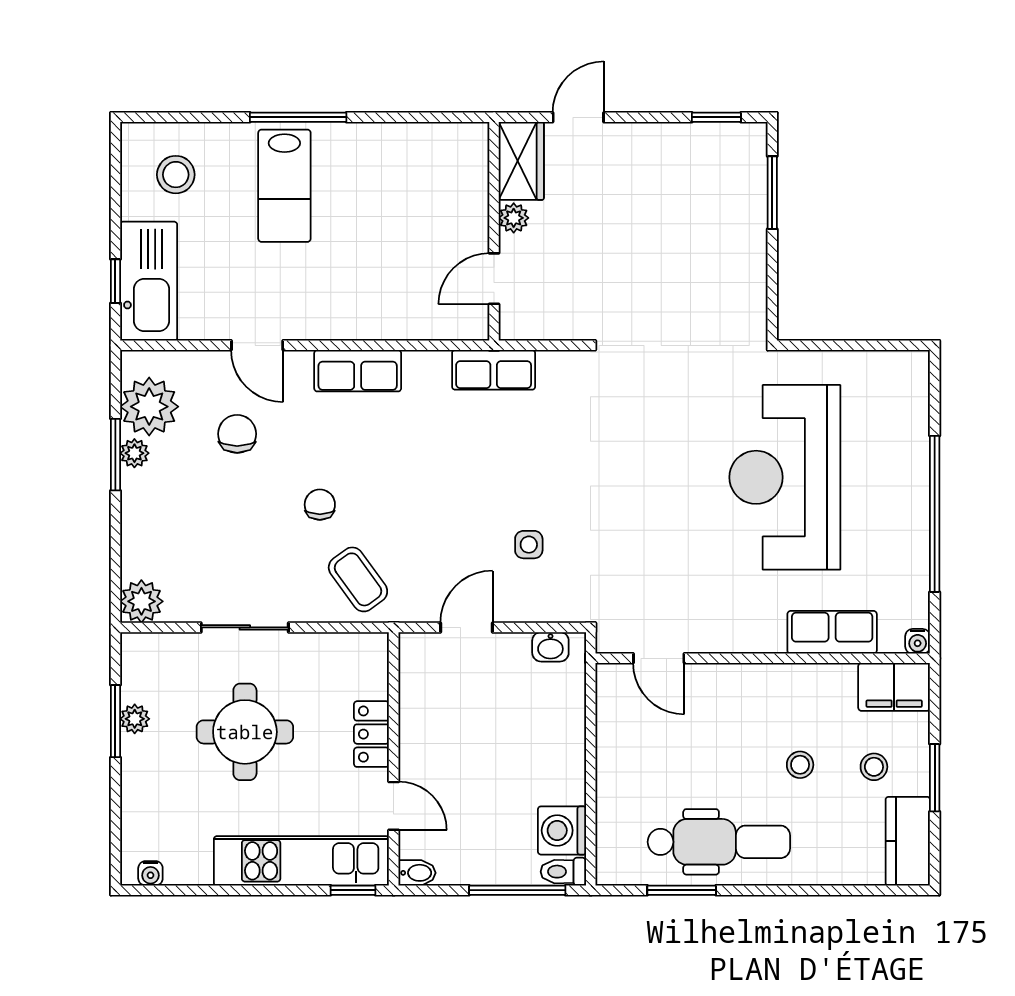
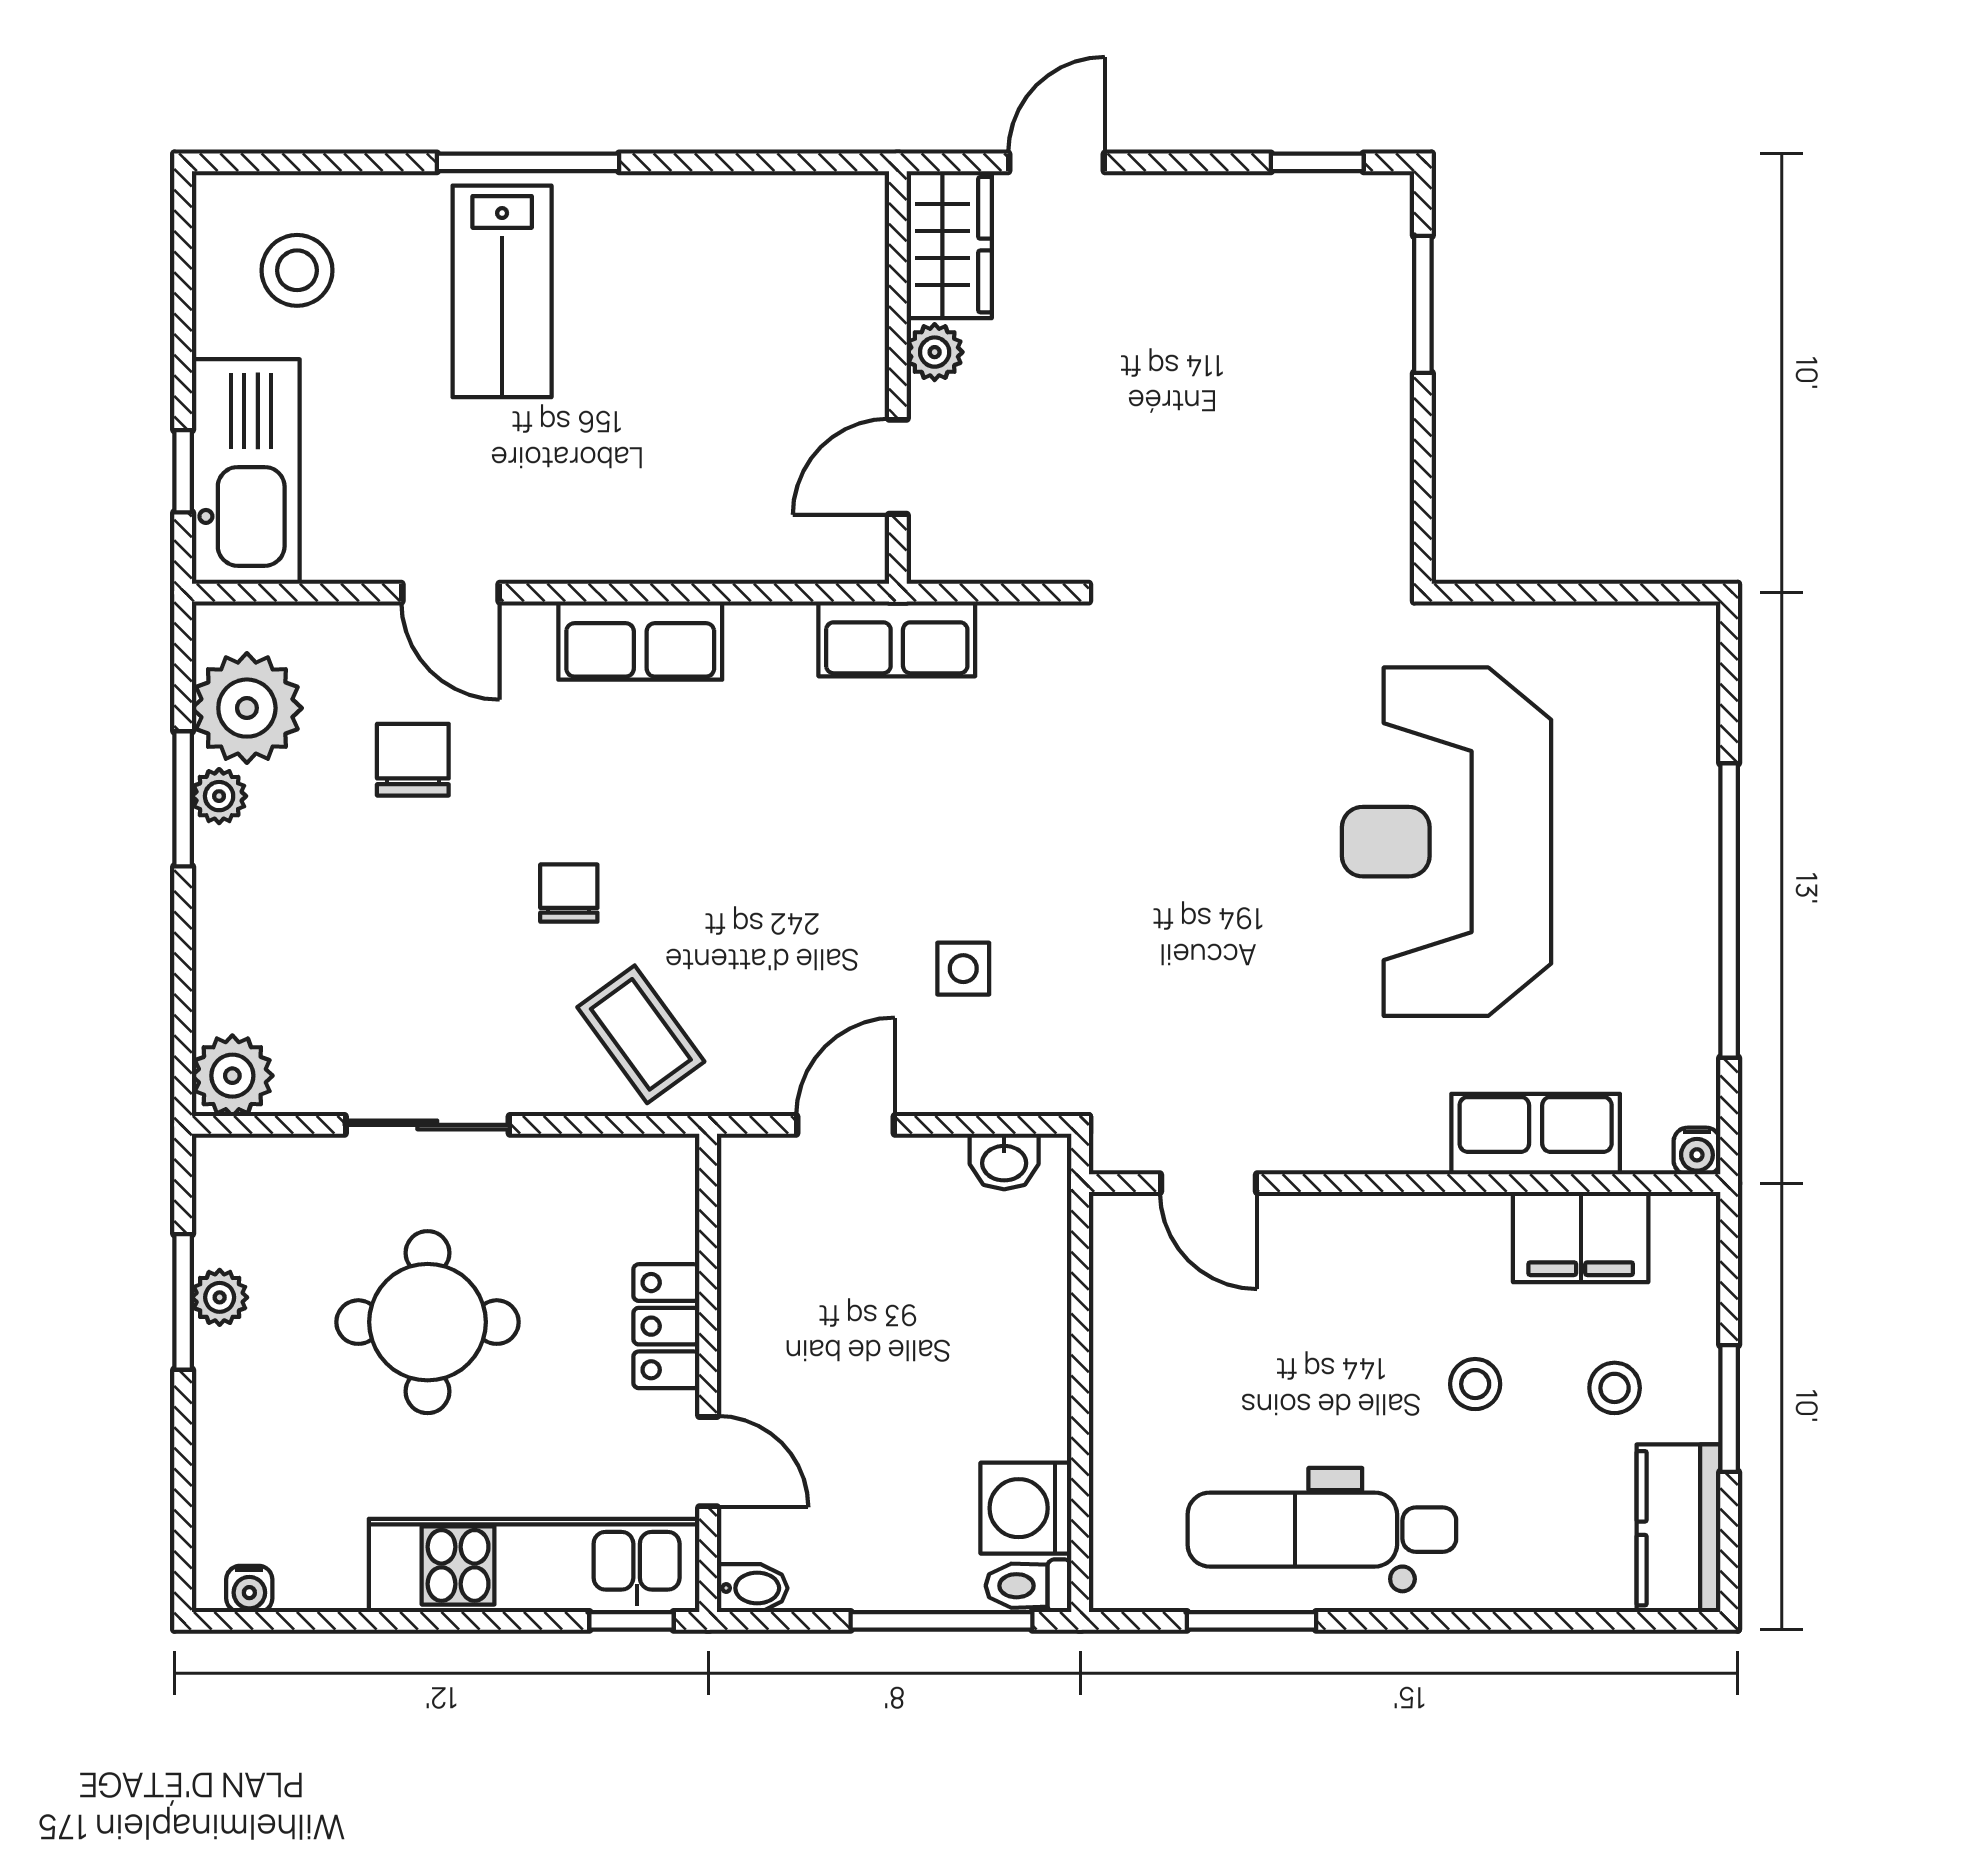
filing cabinet: (894, 687) -> (1581, 1237), moved
dental chair: (719, 842) -> (1322, 1530), turned 180

